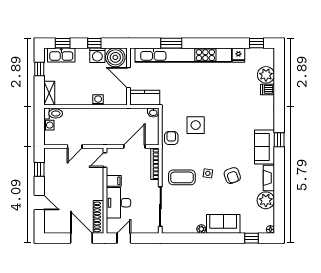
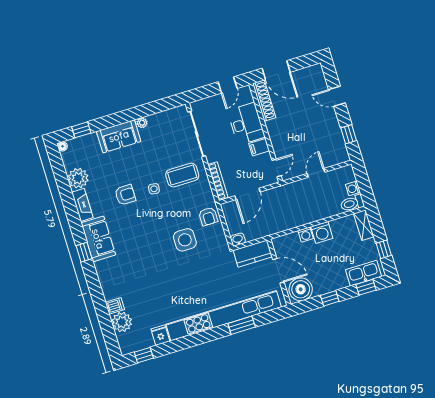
washing machine: (97, 55) -> (322, 232), moved, turned 180
armchair: (232, 176) -> (125, 195), turned 109

